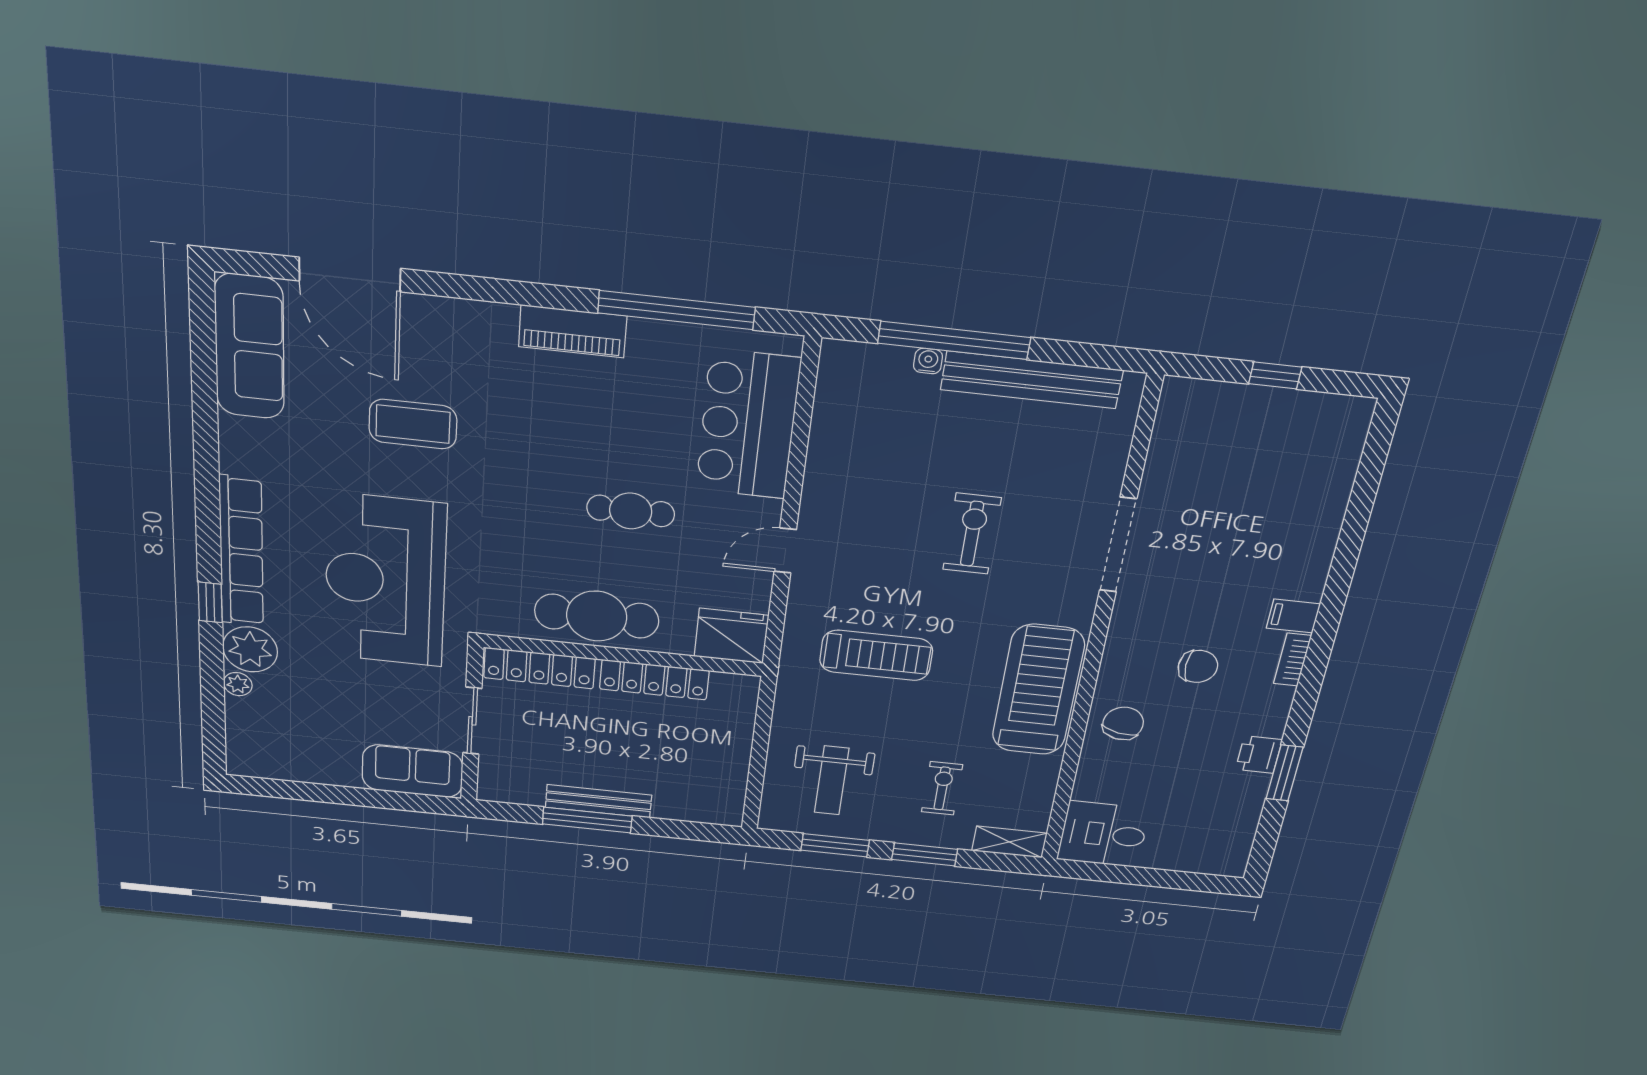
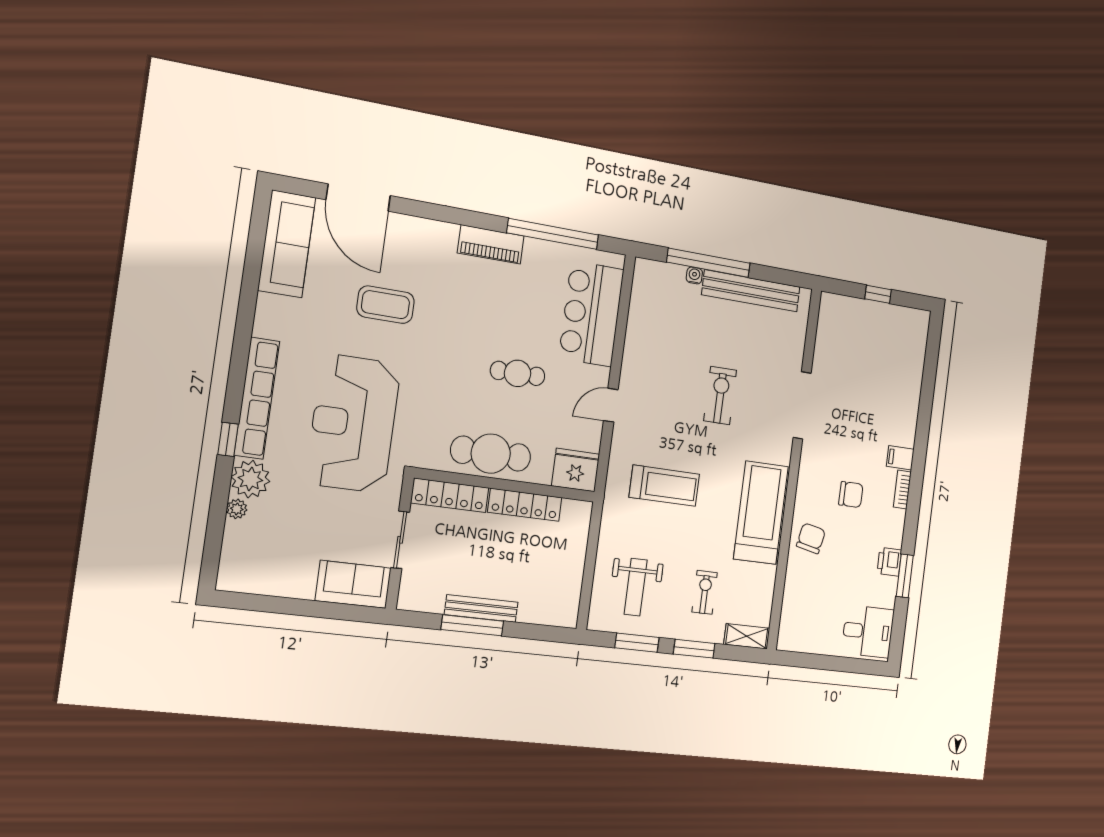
desk: (1103, 834) -> (868, 631), moved, turned 180

